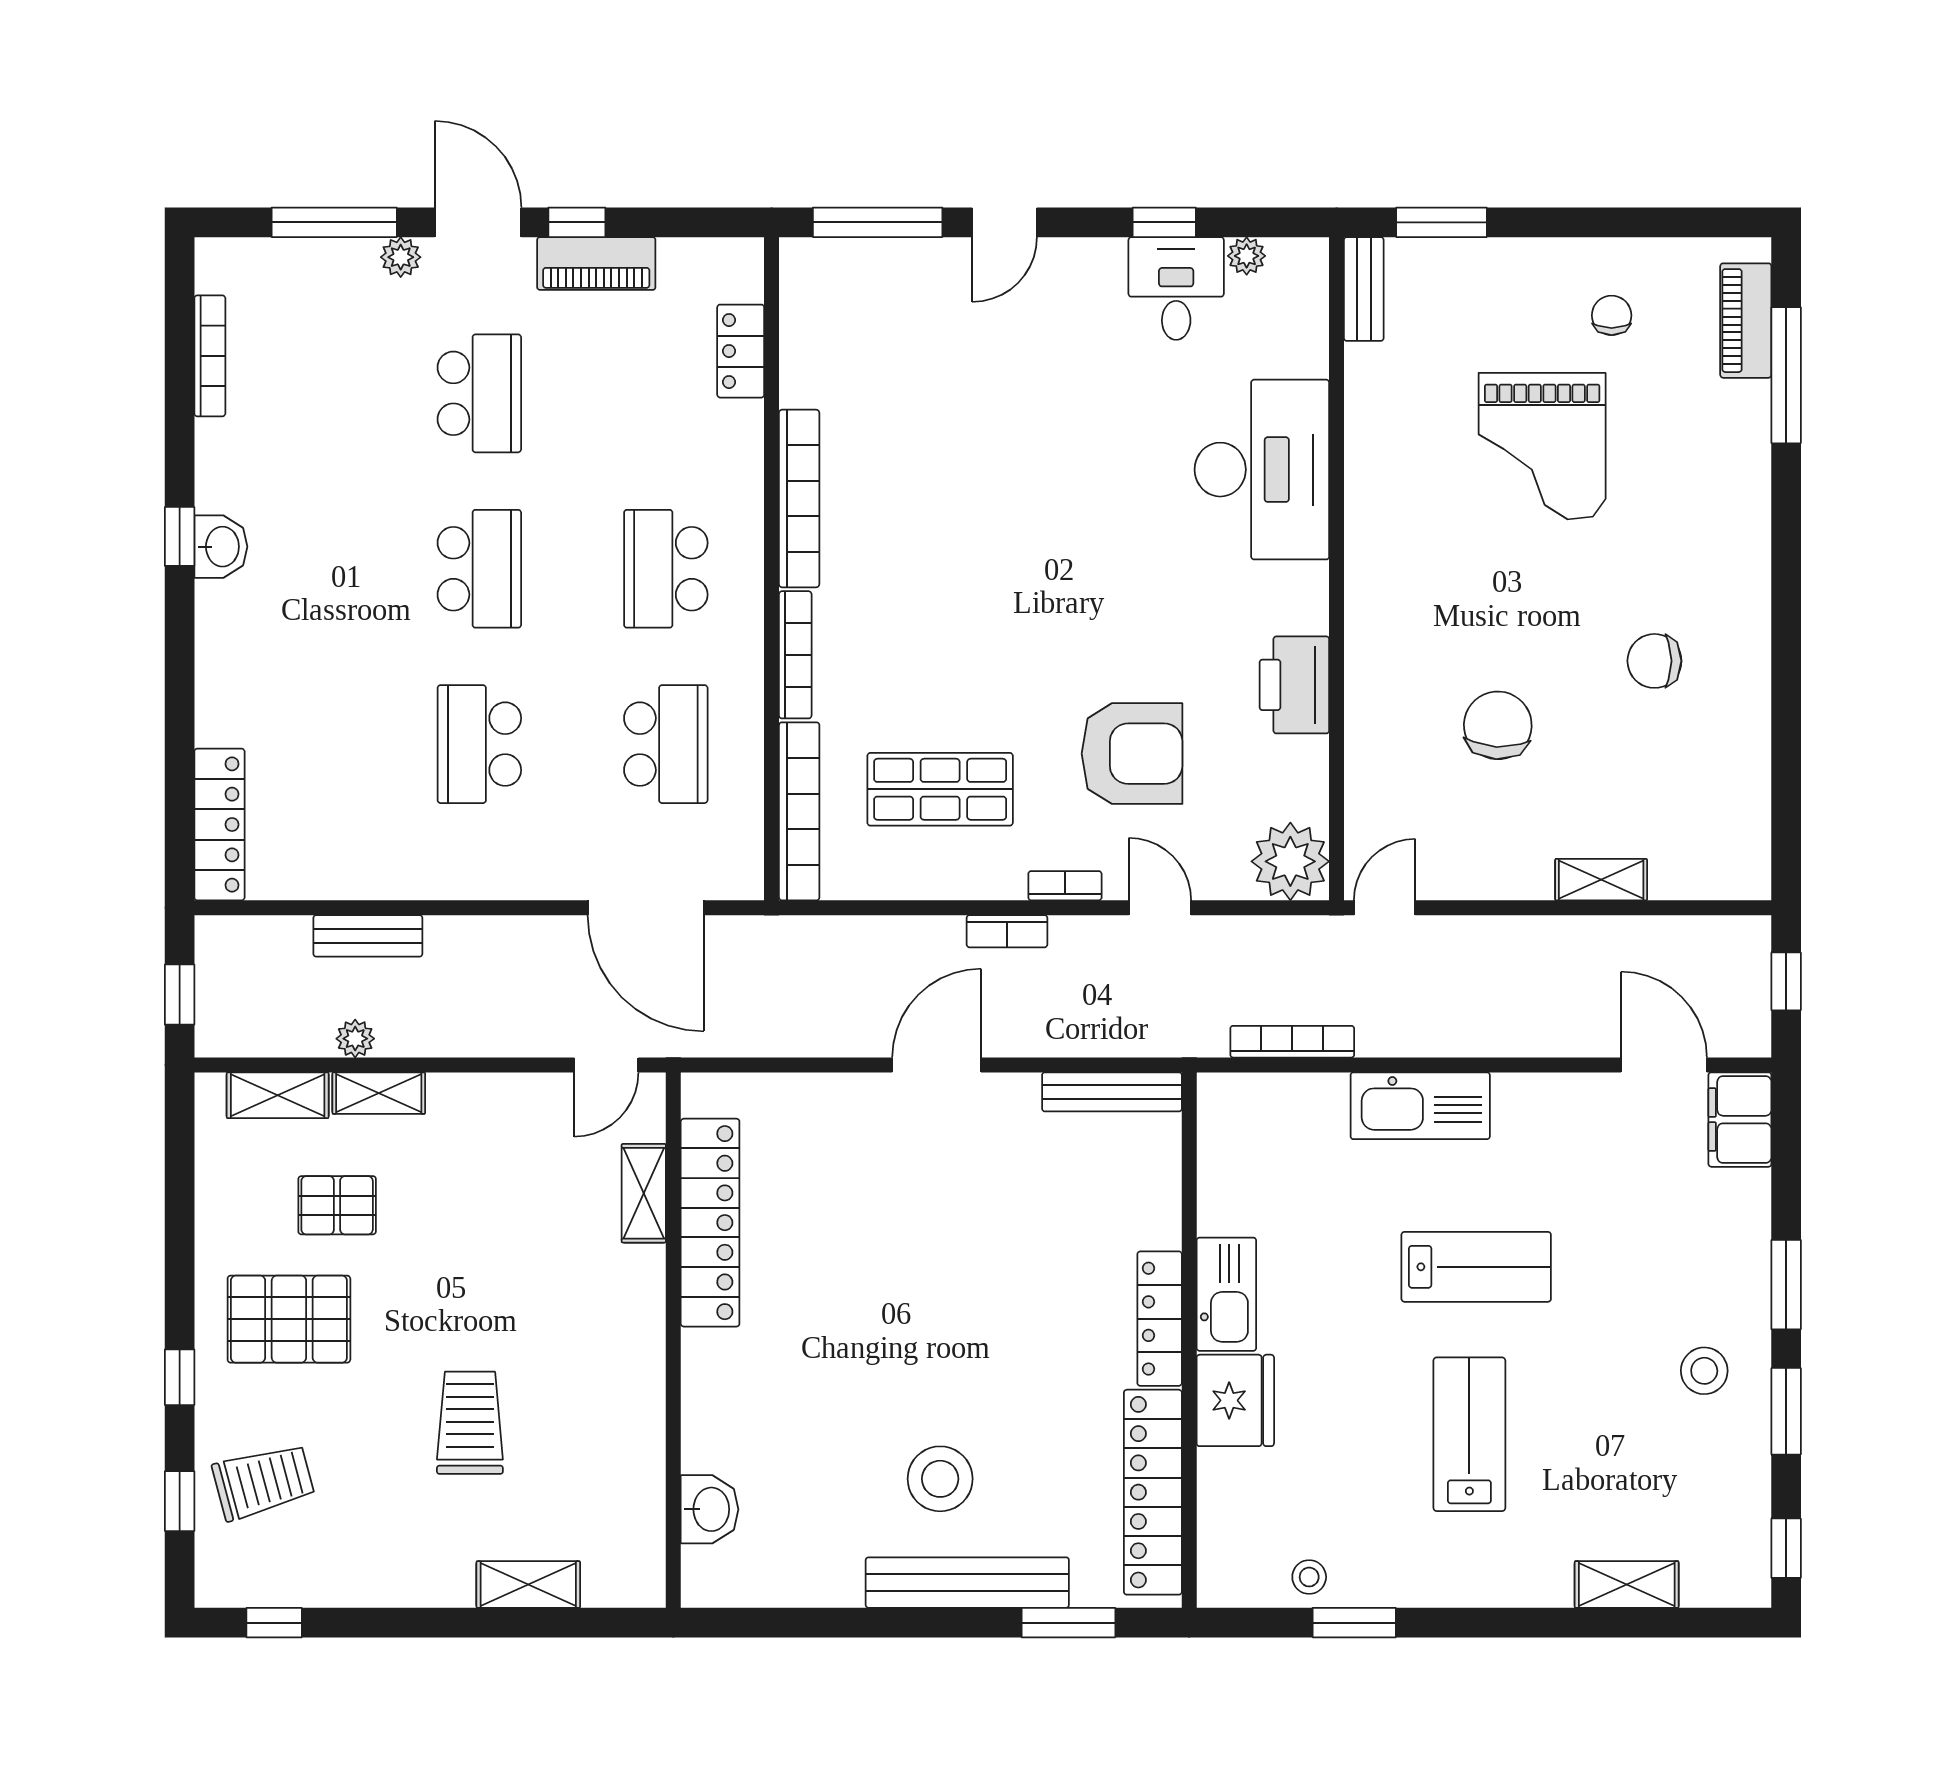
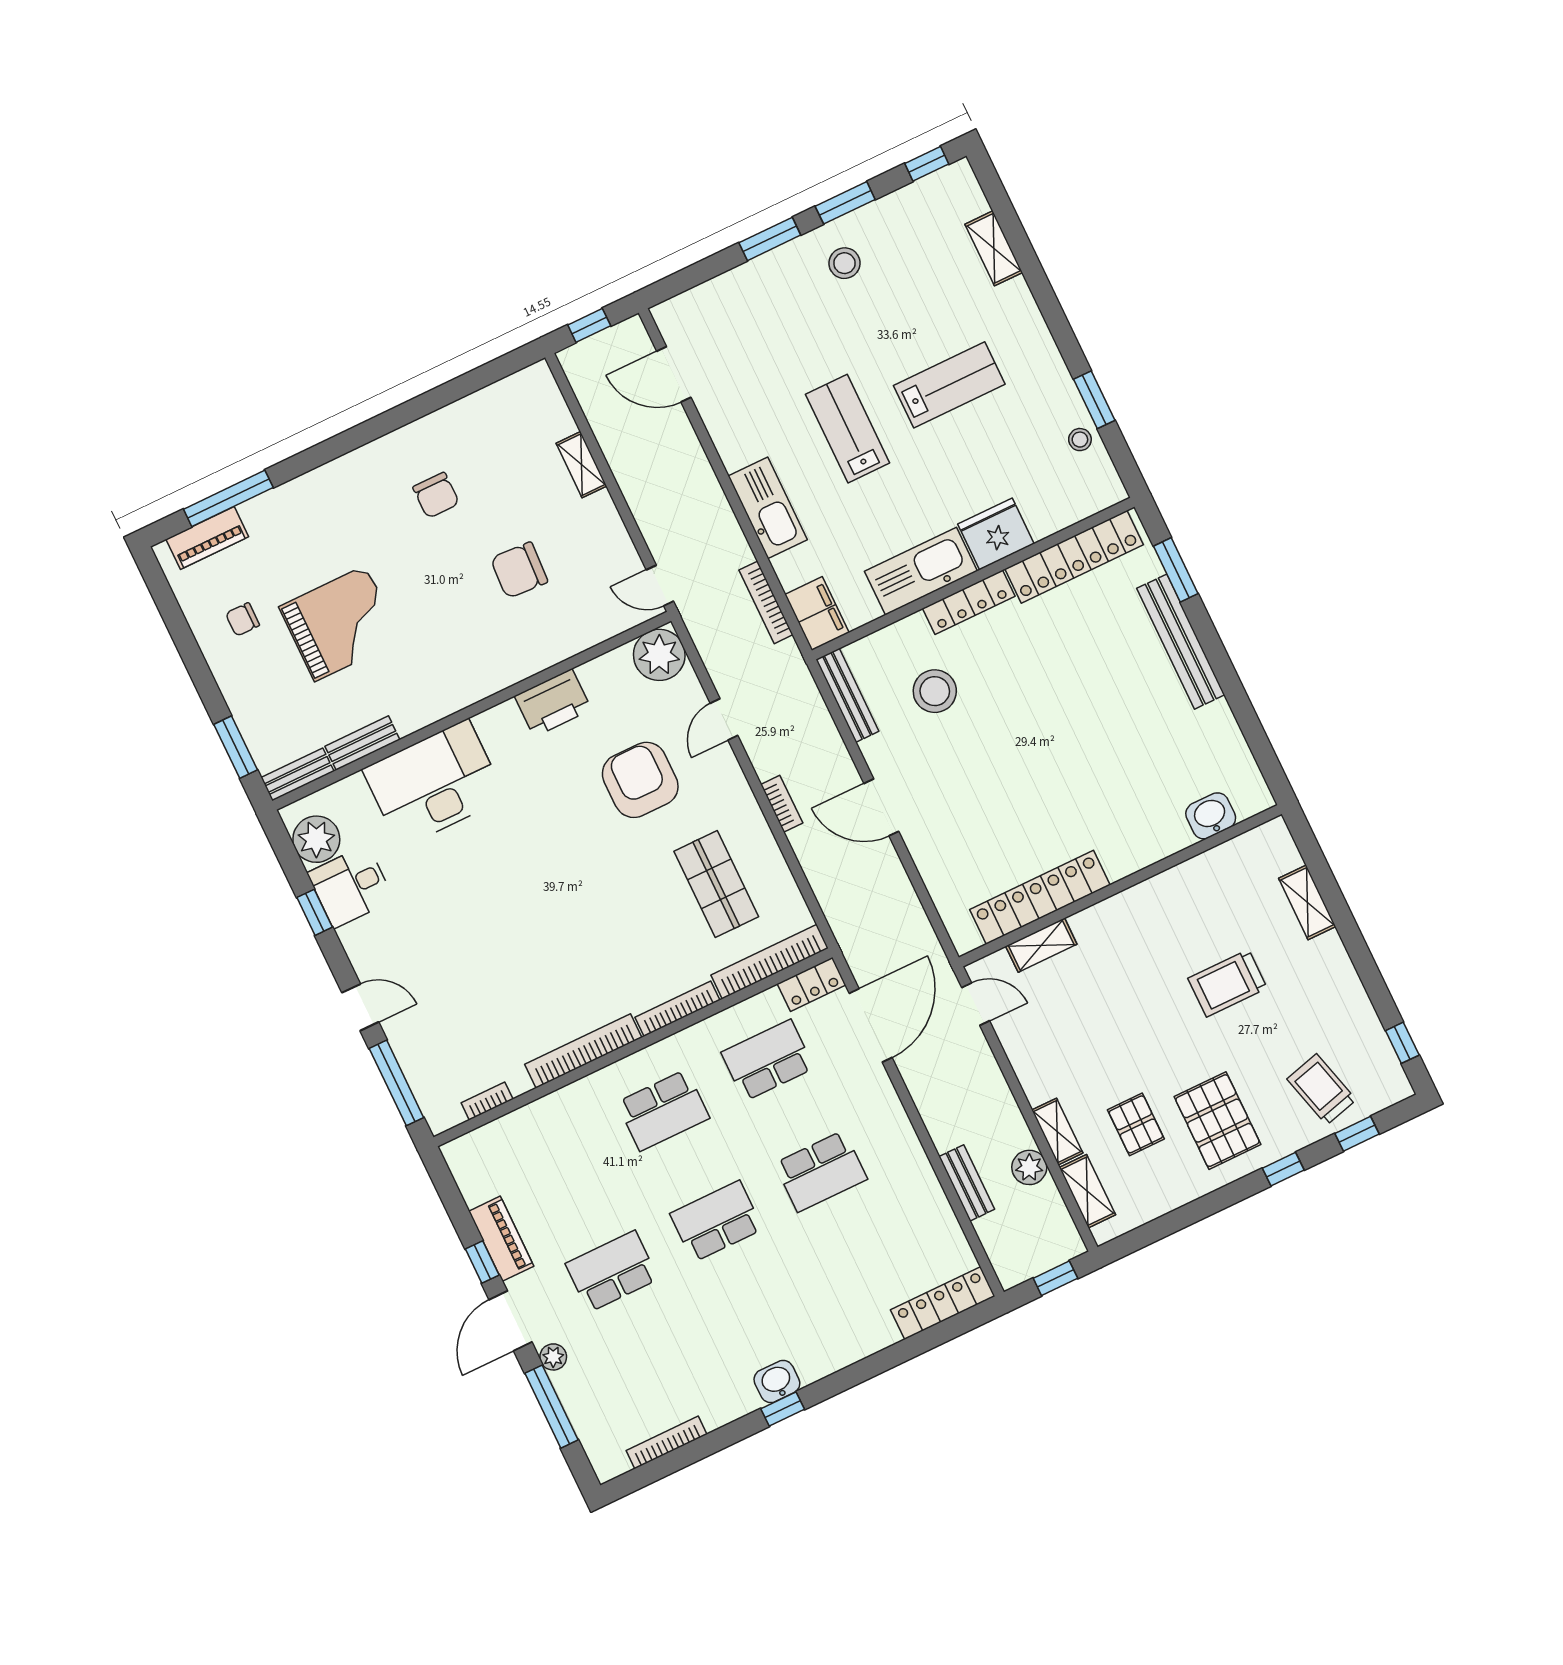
plant: (1247, 256) -> (316, 839), width x1.88, depth x1.88
locker: (741, 351) -> (812, 984), moved
bench: (1364, 398) -> (362, 743), added
bookcase: (1065, 886) -> (487, 1101), moved, turned 90
plant: (355, 1039) -> (1029, 1167), width x1.38, depth x1.38
door: (1664, 1065) -> (674, 374), hinge flipped
filing cabinet: (1740, 1120) -> (817, 613), moved, turned -90
kitchen sink: (1226, 1294) -> (921, 571), width x1.36, depth x1.24
lab bench: (1469, 1434) -> (949, 385), turned 180
stool: (940, 1479) -> (935, 691), moved

